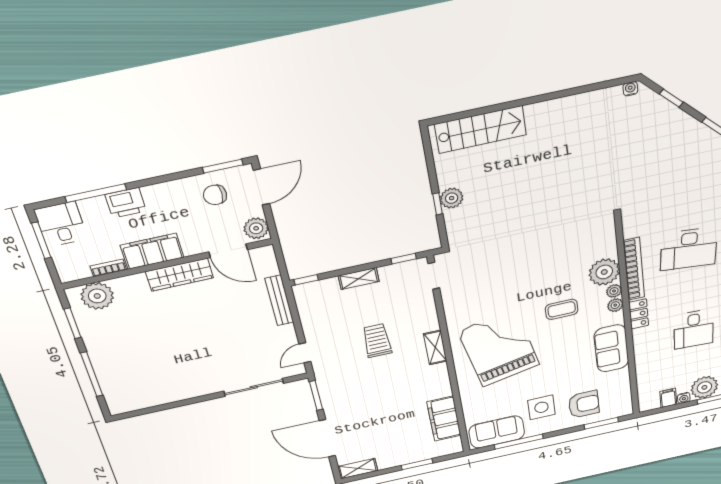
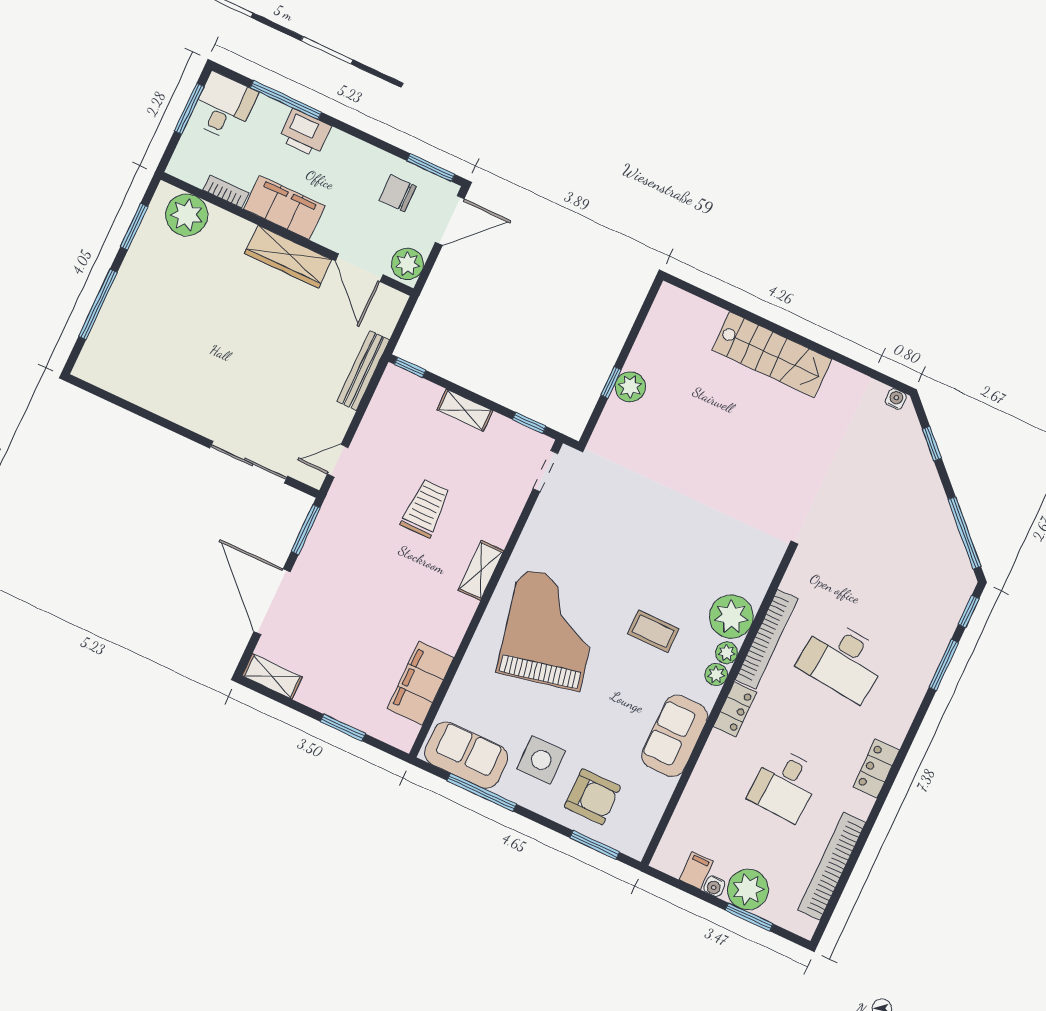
stairs: (481, 130) -> (772, 355), moved

